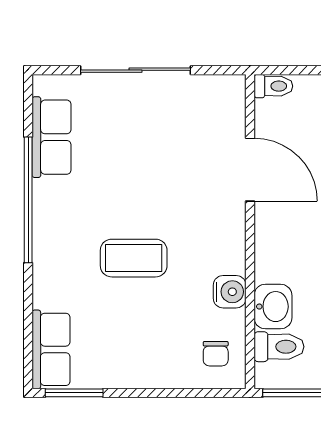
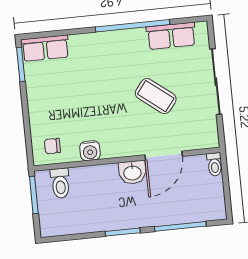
coffee table: (134, 258) -> (156, 96), moved, turned -52
washbasin: (273, 307) -> (132, 172), moved

